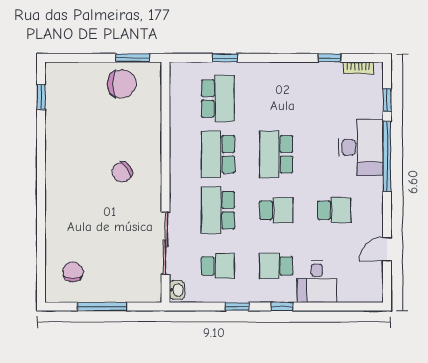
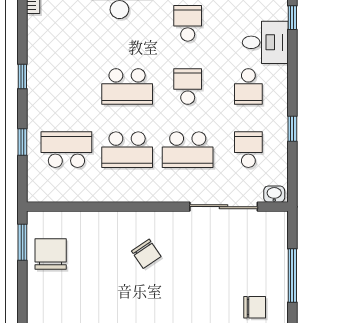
window: (329, 58) -> (22, 76), moved
chair: (73, 272) -> (255, 307), turned 180
window: (282, 307) -> (292, 18), moved

